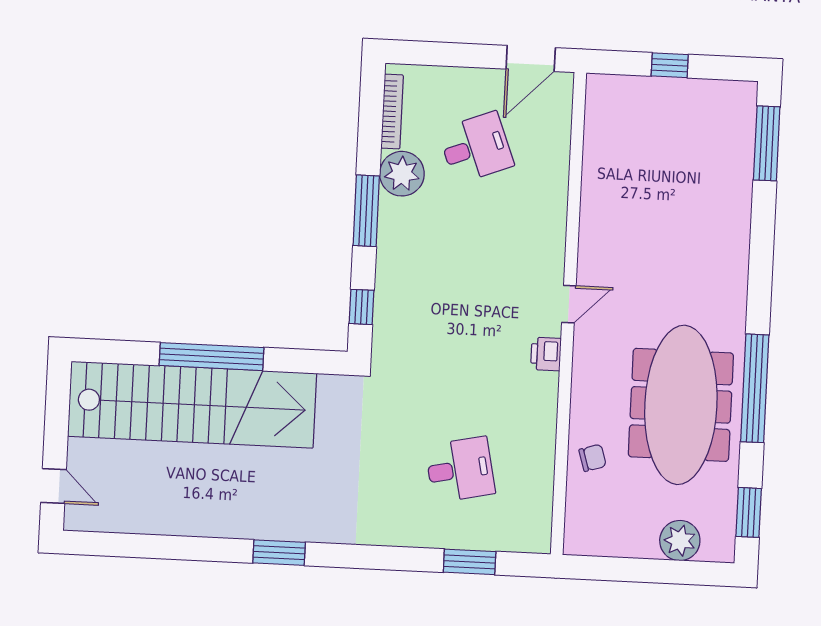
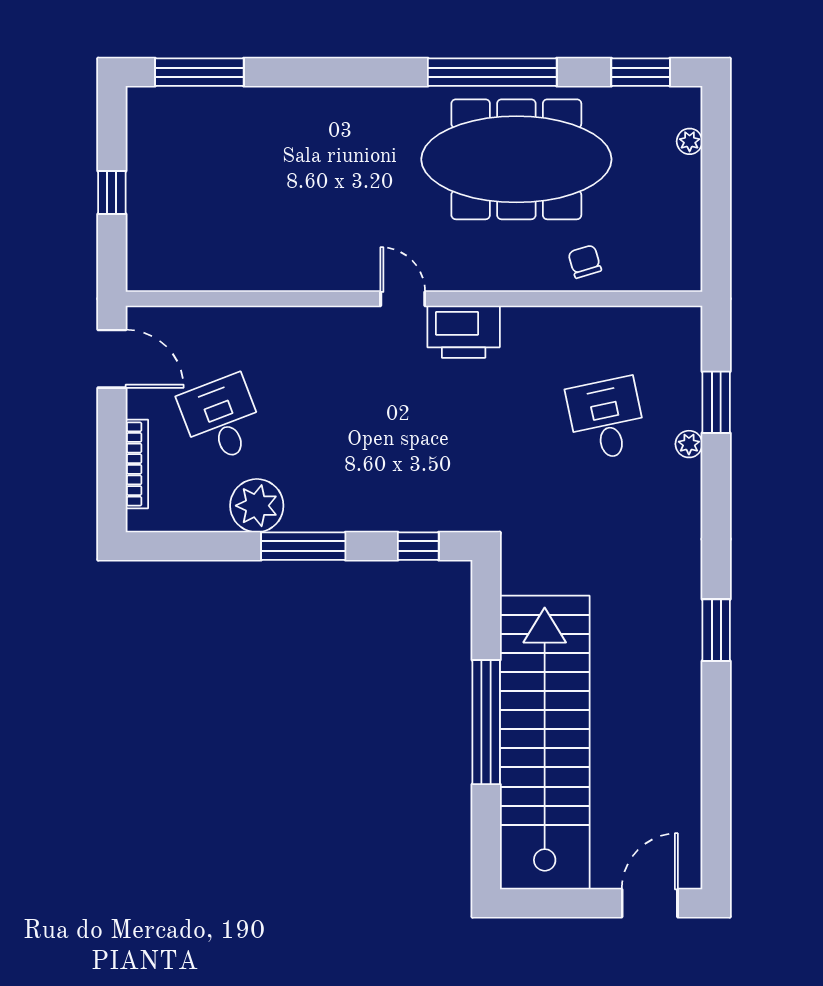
bookcase: (392, 111) -> (137, 464), moved, turned 90
printer: (546, 354) -> (464, 332), width x1.87, depth x1.48
door: (54, 486) -> (650, 903), width x1.38
plant: (436, 538) -> (689, 444), added
plant: (680, 541) -> (690, 141), width x0.53, depth x0.53

